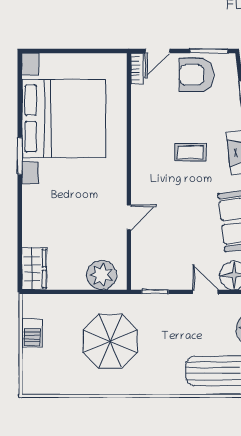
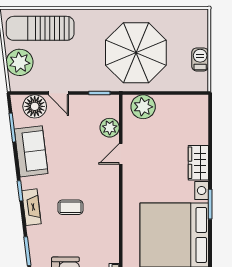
plant: (143, 250) -> (110, 128), added
wardrobe: (34, 269) -> (198, 163), moved
parasol: (110, 341) -> (136, 53), width x1.36, depth x1.36

